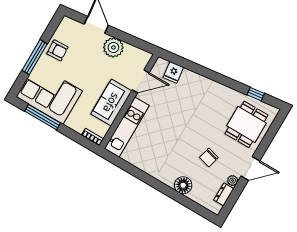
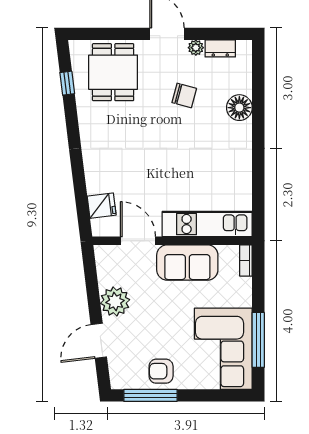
armchair: (58, 50) -> (161, 371), turned -87
window: (35, 57) -> (150, 395), moved
dining table: (247, 124) -> (113, 72), turned 90

